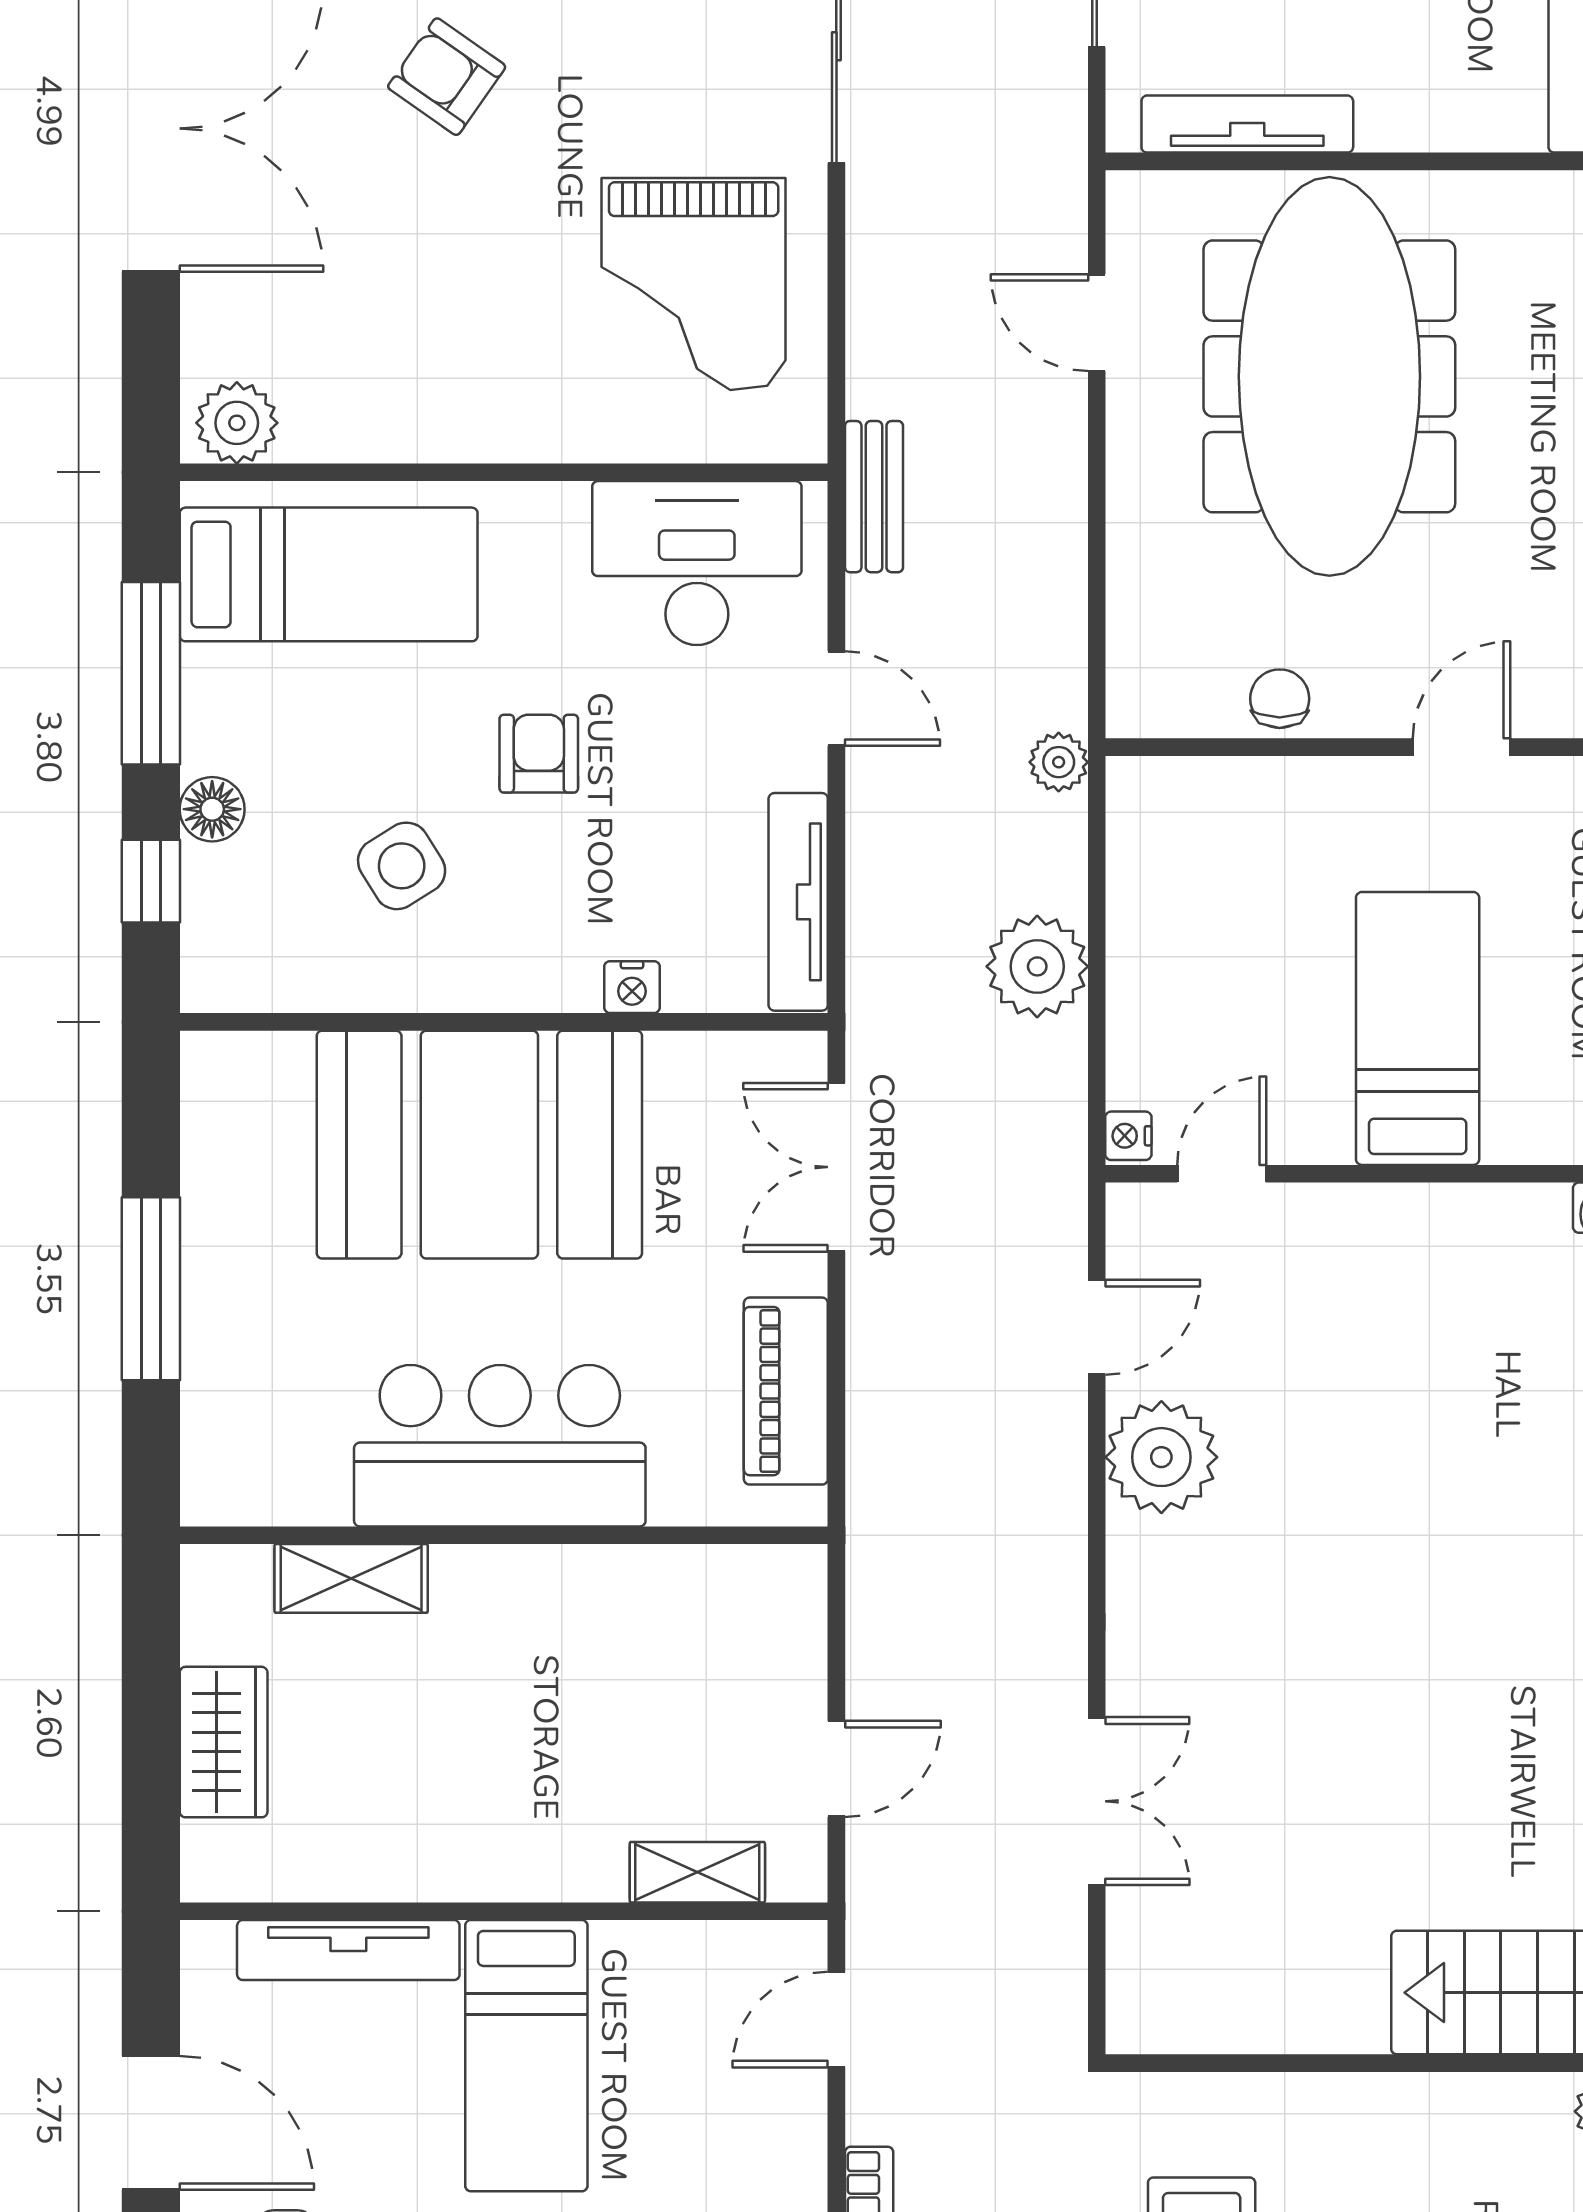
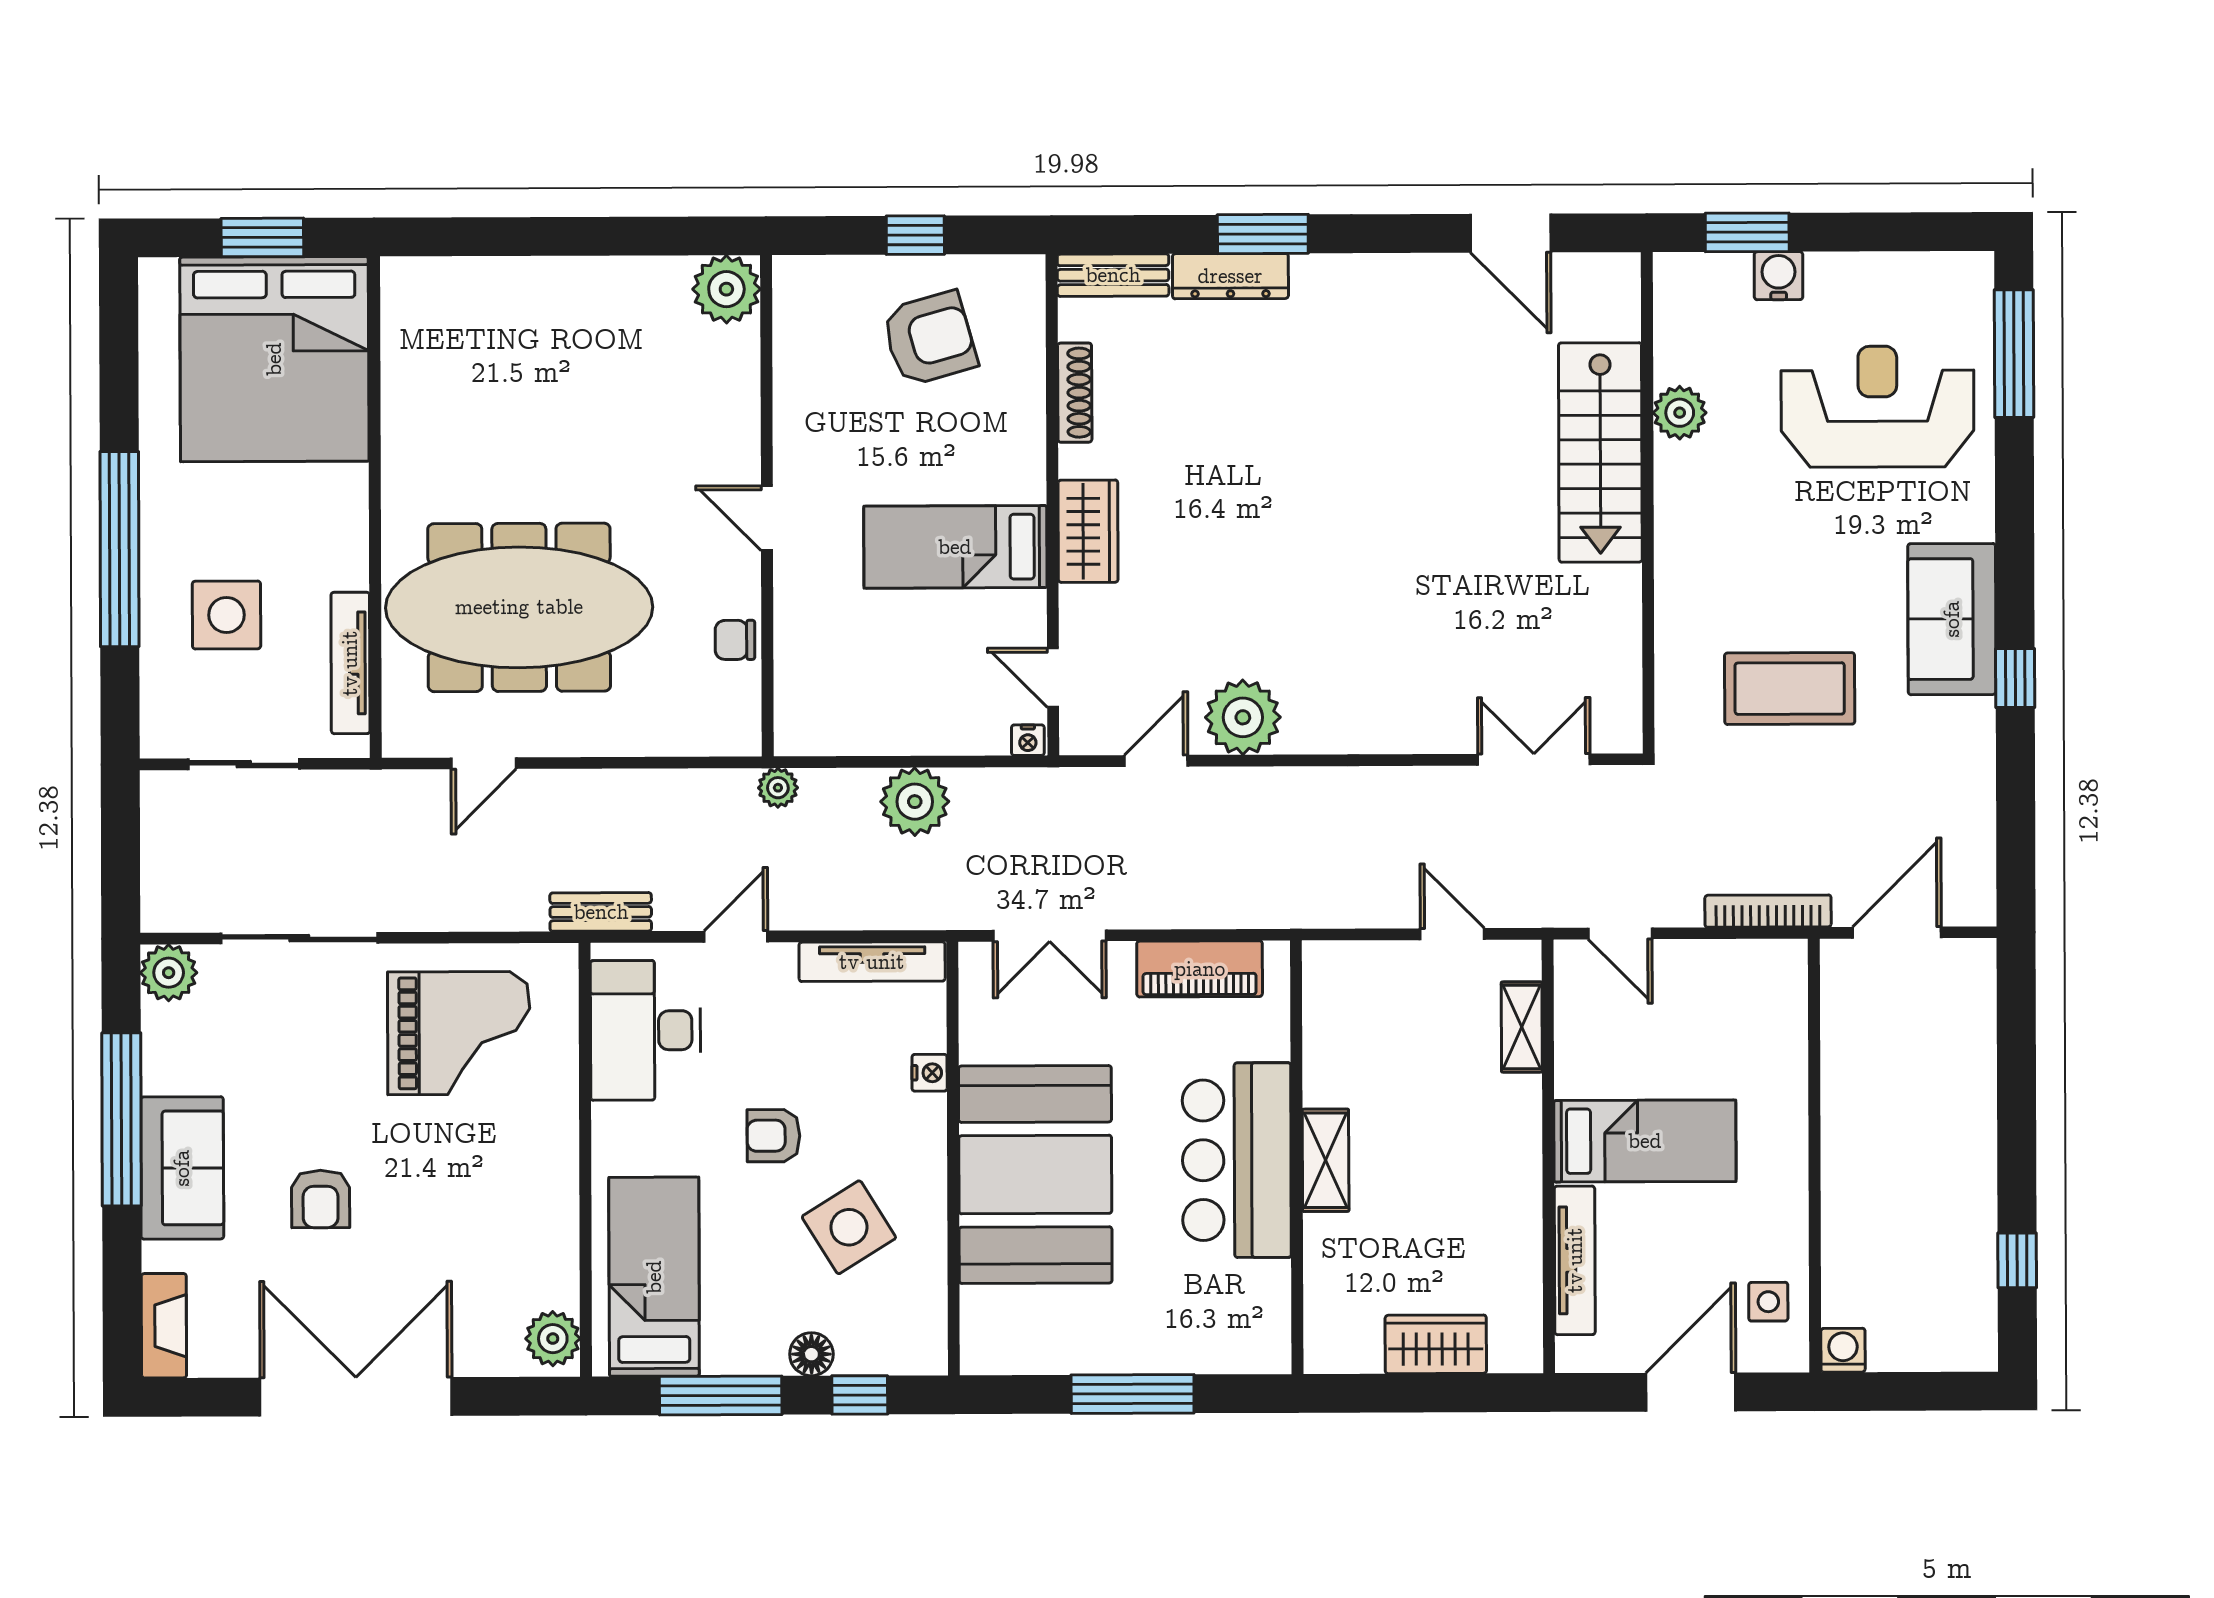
armchair: (447, 77) -> (321, 1199), turned -35
side table: (402, 866) -> (849, 1227), width x1.37, depth x1.37
wardrobe: (1440, 1227) -> (1088, 531), added
door: (1097, 1327) -> (1156, 761), hinge flipped
shelving: (351, 1578) -> (1326, 1160), moved
double door: (1097, 1801) -> (1534, 760), moved

